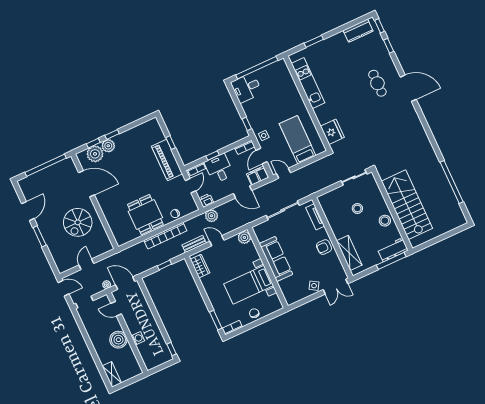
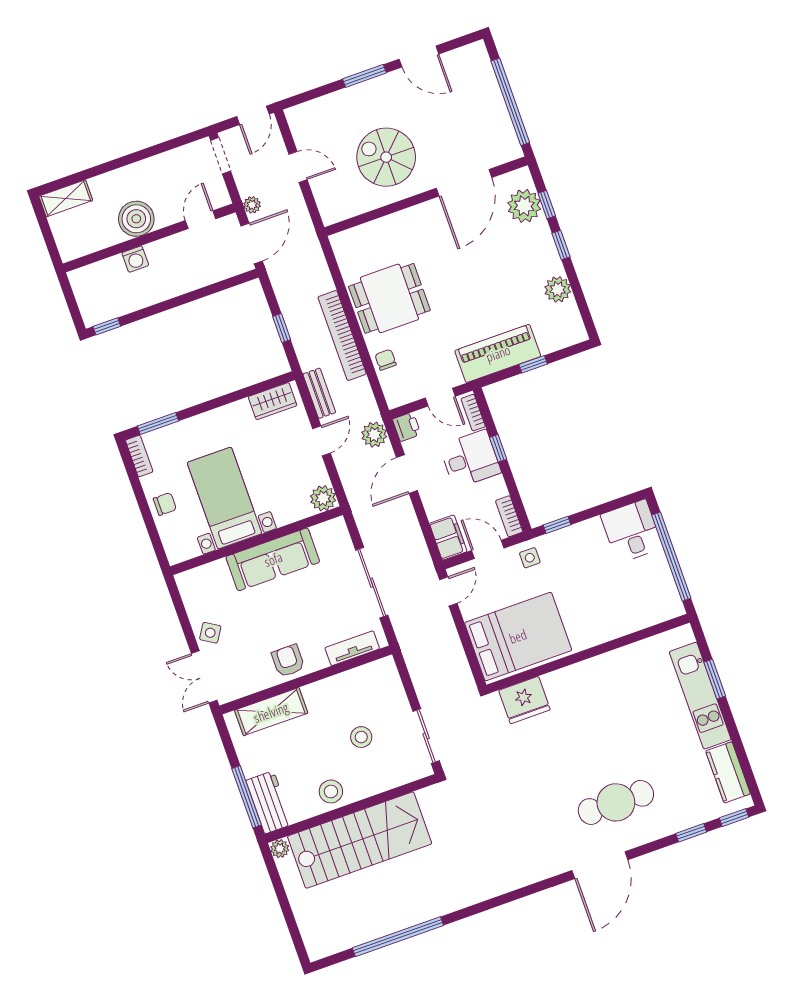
kitchen unit: (308, 83) -> (700, 696), moved, turned 90
cafe table: (377, 83) -> (616, 802), width x1.37, depth x1.35
bed: (298, 140) -> (518, 636), width x1.50
plant: (108, 146) -> (558, 289), moved
door: (243, 192) -> (407, 474), moved
plant: (415, 243) -> (280, 849), added

